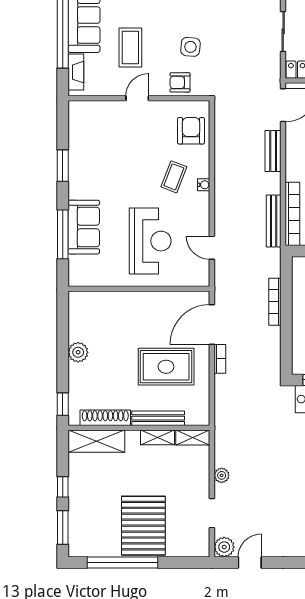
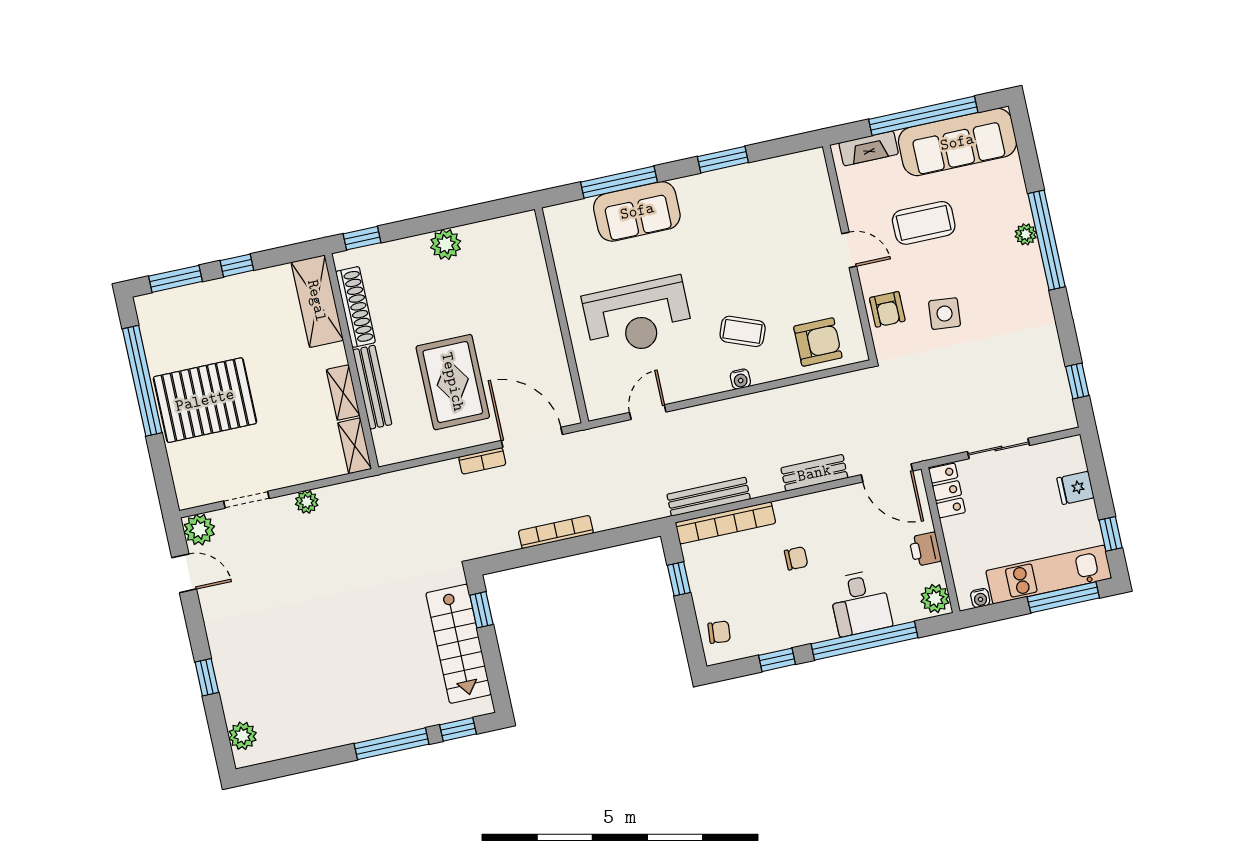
armchair: (180, 82) -> (887, 309), turned 180
bookcase: (275, 302) -> (556, 532), moved

